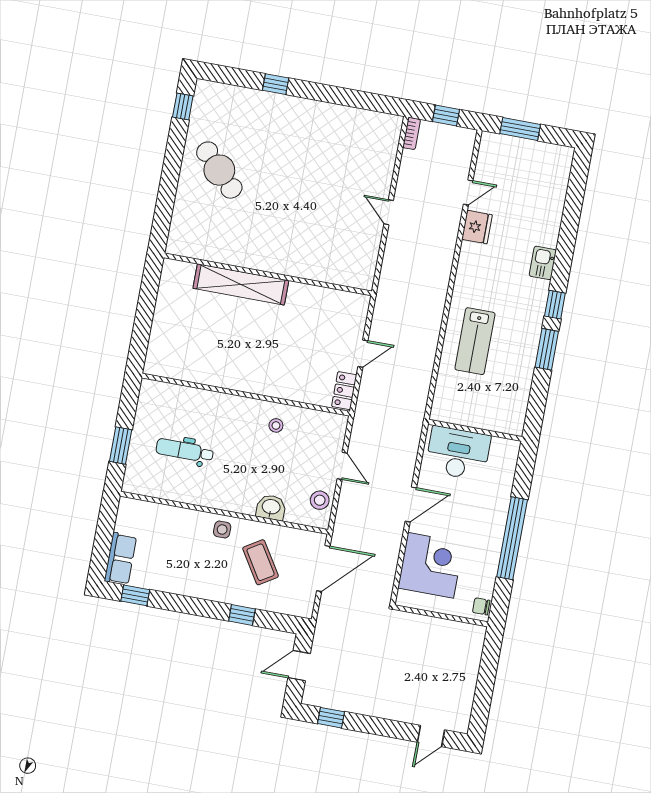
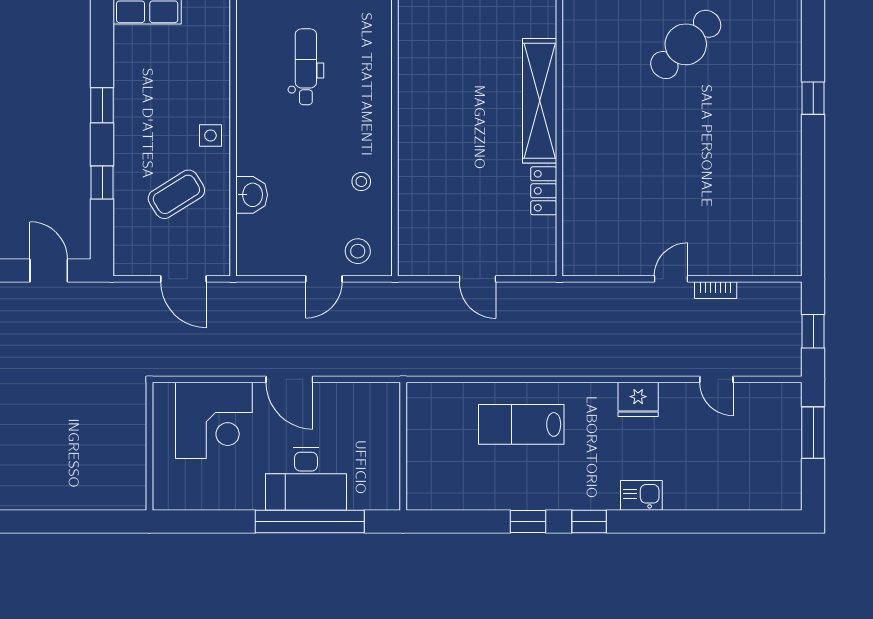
bookcase: (412, 133) -> (716, 290), moved
fridge: (477, 227) -> (638, 399), moved
window: (547, 349) -> (528, 521), width x0.67
locker: (344, 391) -> (544, 191), moved, turned -90
desk: (458, 453) -> (306, 479), moved, turned 90
stool: (320, 500) -> (358, 251), moved
window: (512, 538) -> (310, 521), moved
door: (323, 568) -> (183, 279), width x0.73
window: (135, 595) -> (102, 105), moved
chair: (481, 606) -> (172, 497), removed

